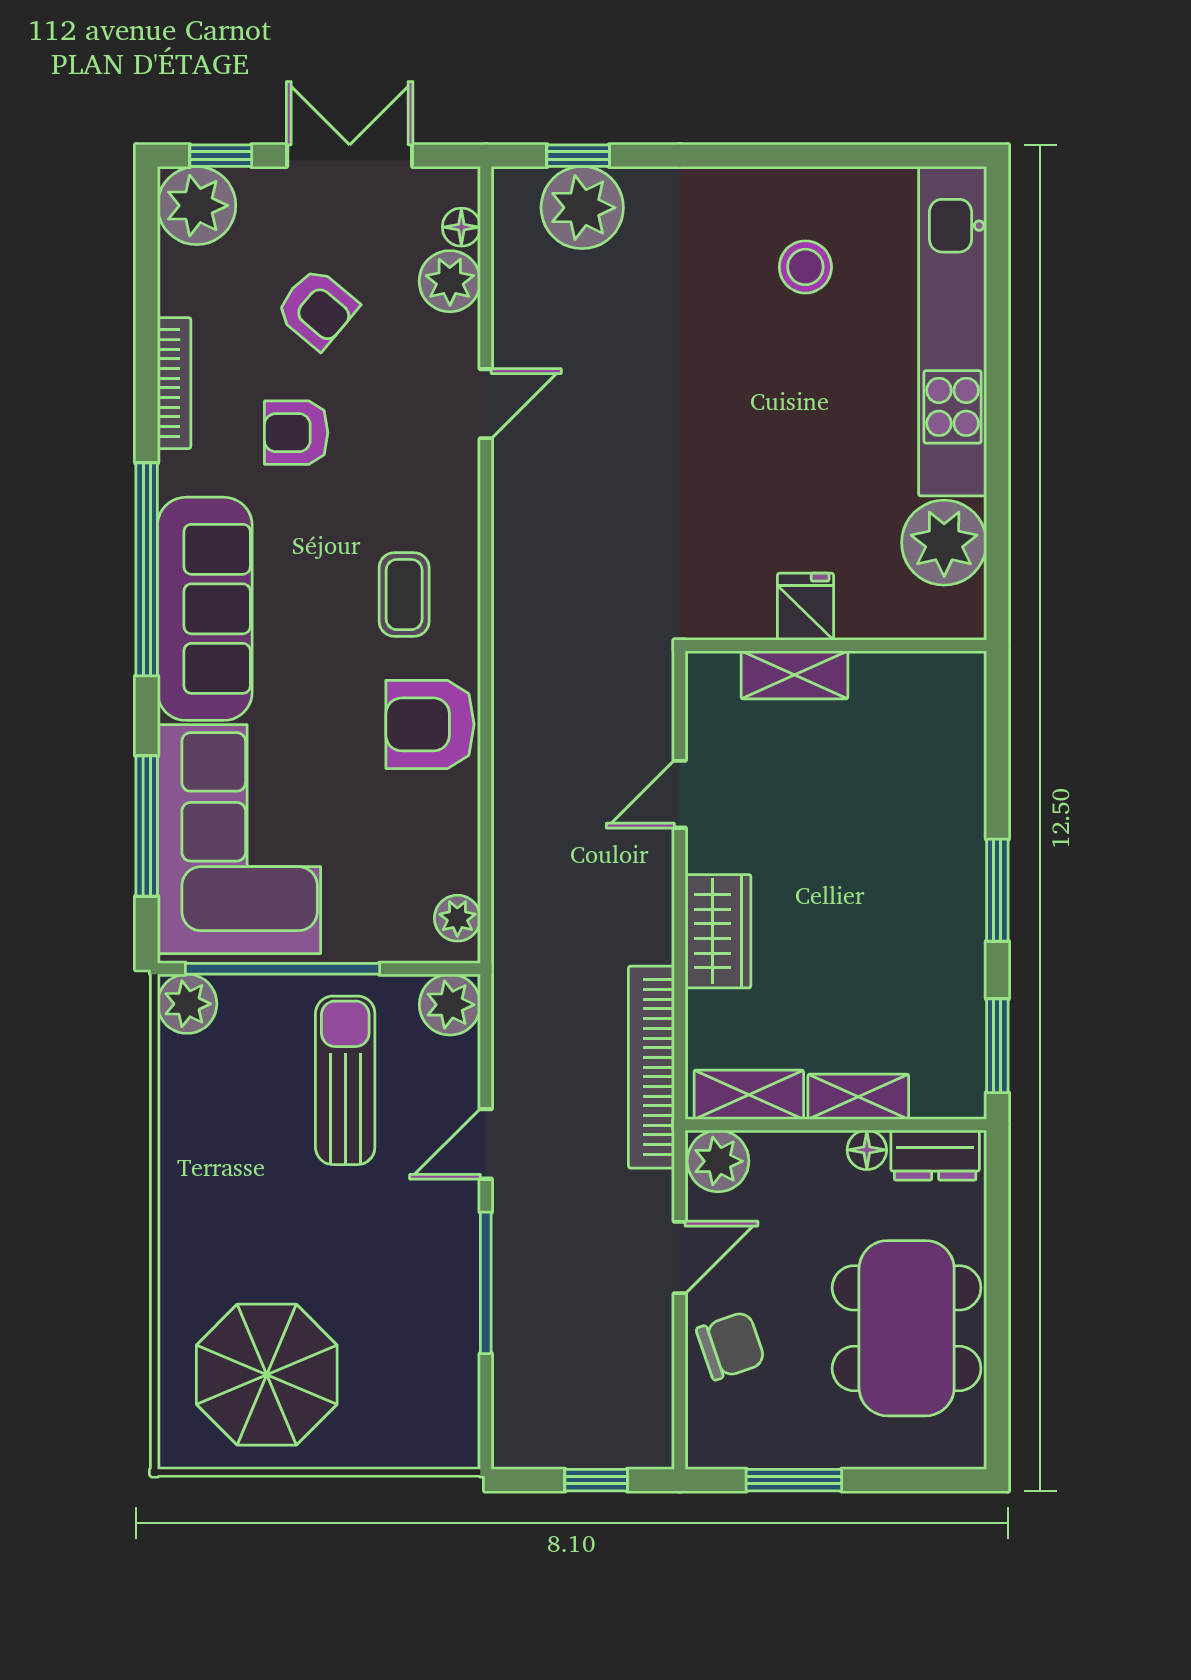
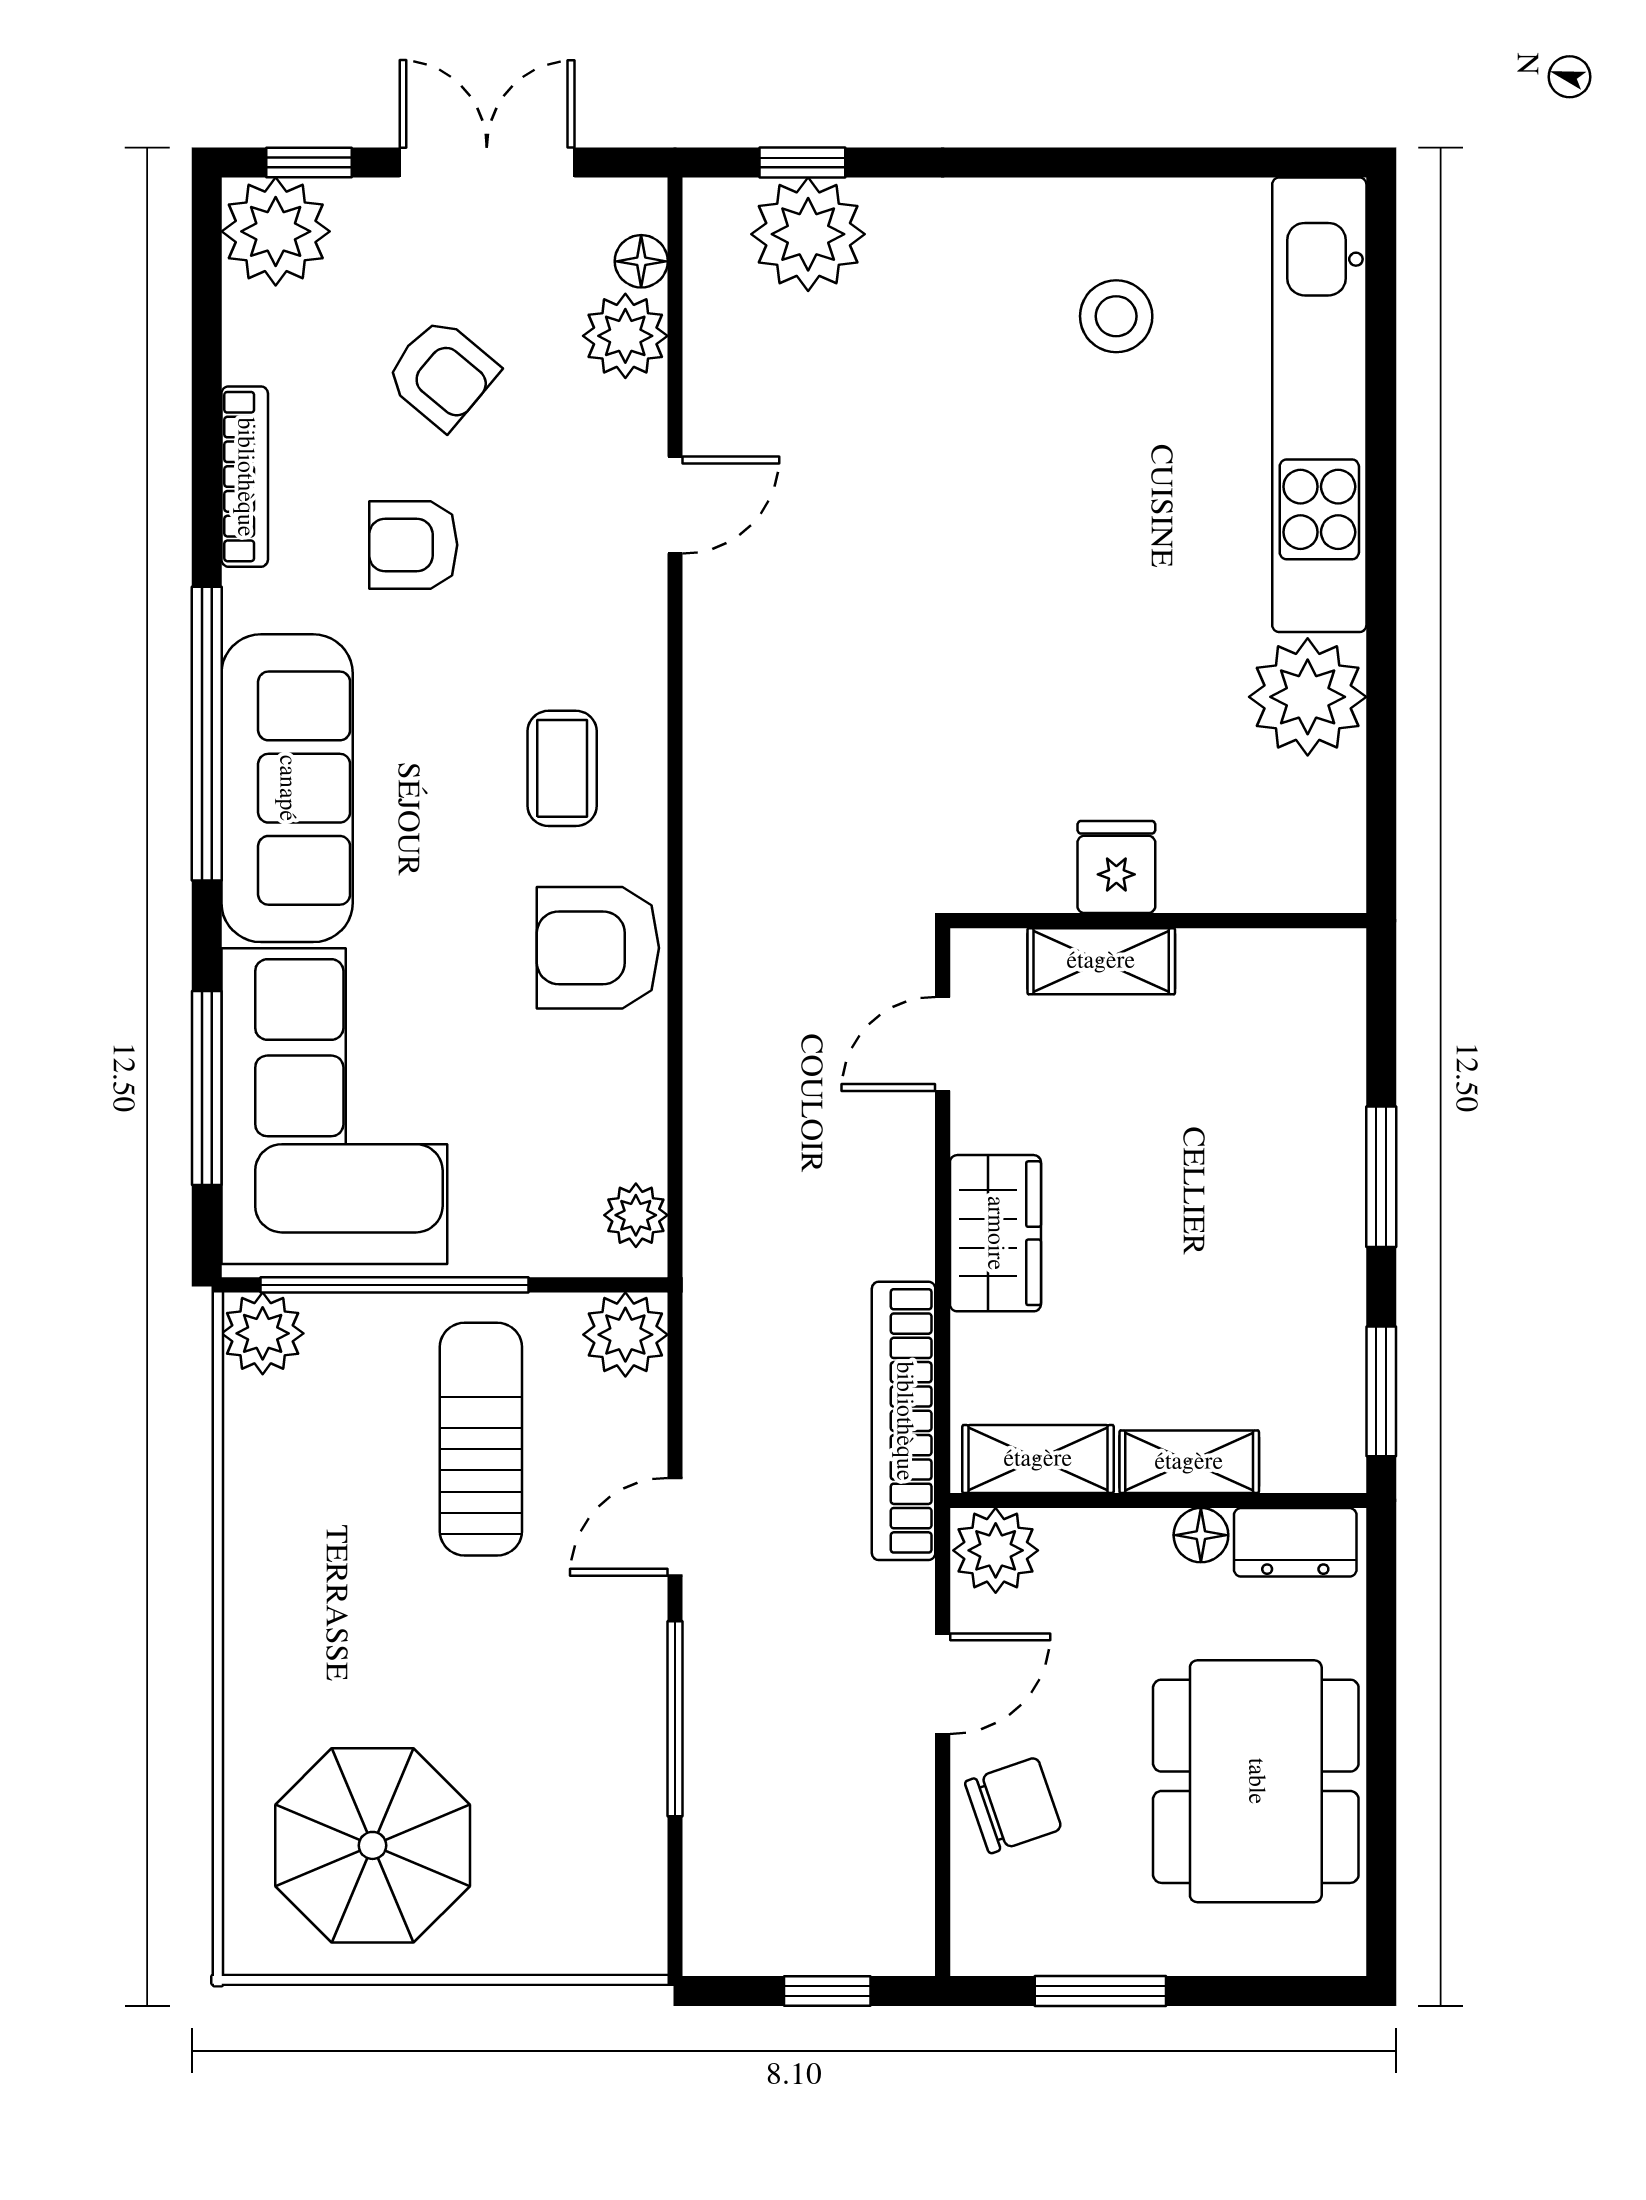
fridge: (806, 607) -> (1116, 867), moved
wall: (836, 646) -> (1158, 921), moved
shelving: (795, 675) -> (1101, 961), moved

